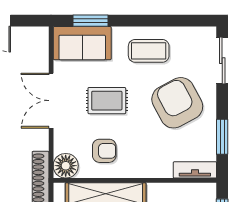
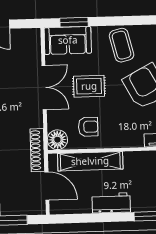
coffee table: (149, 51) -> (122, 45), turned 76
double door: (51, 101) -> (44, 88), swing flipped

